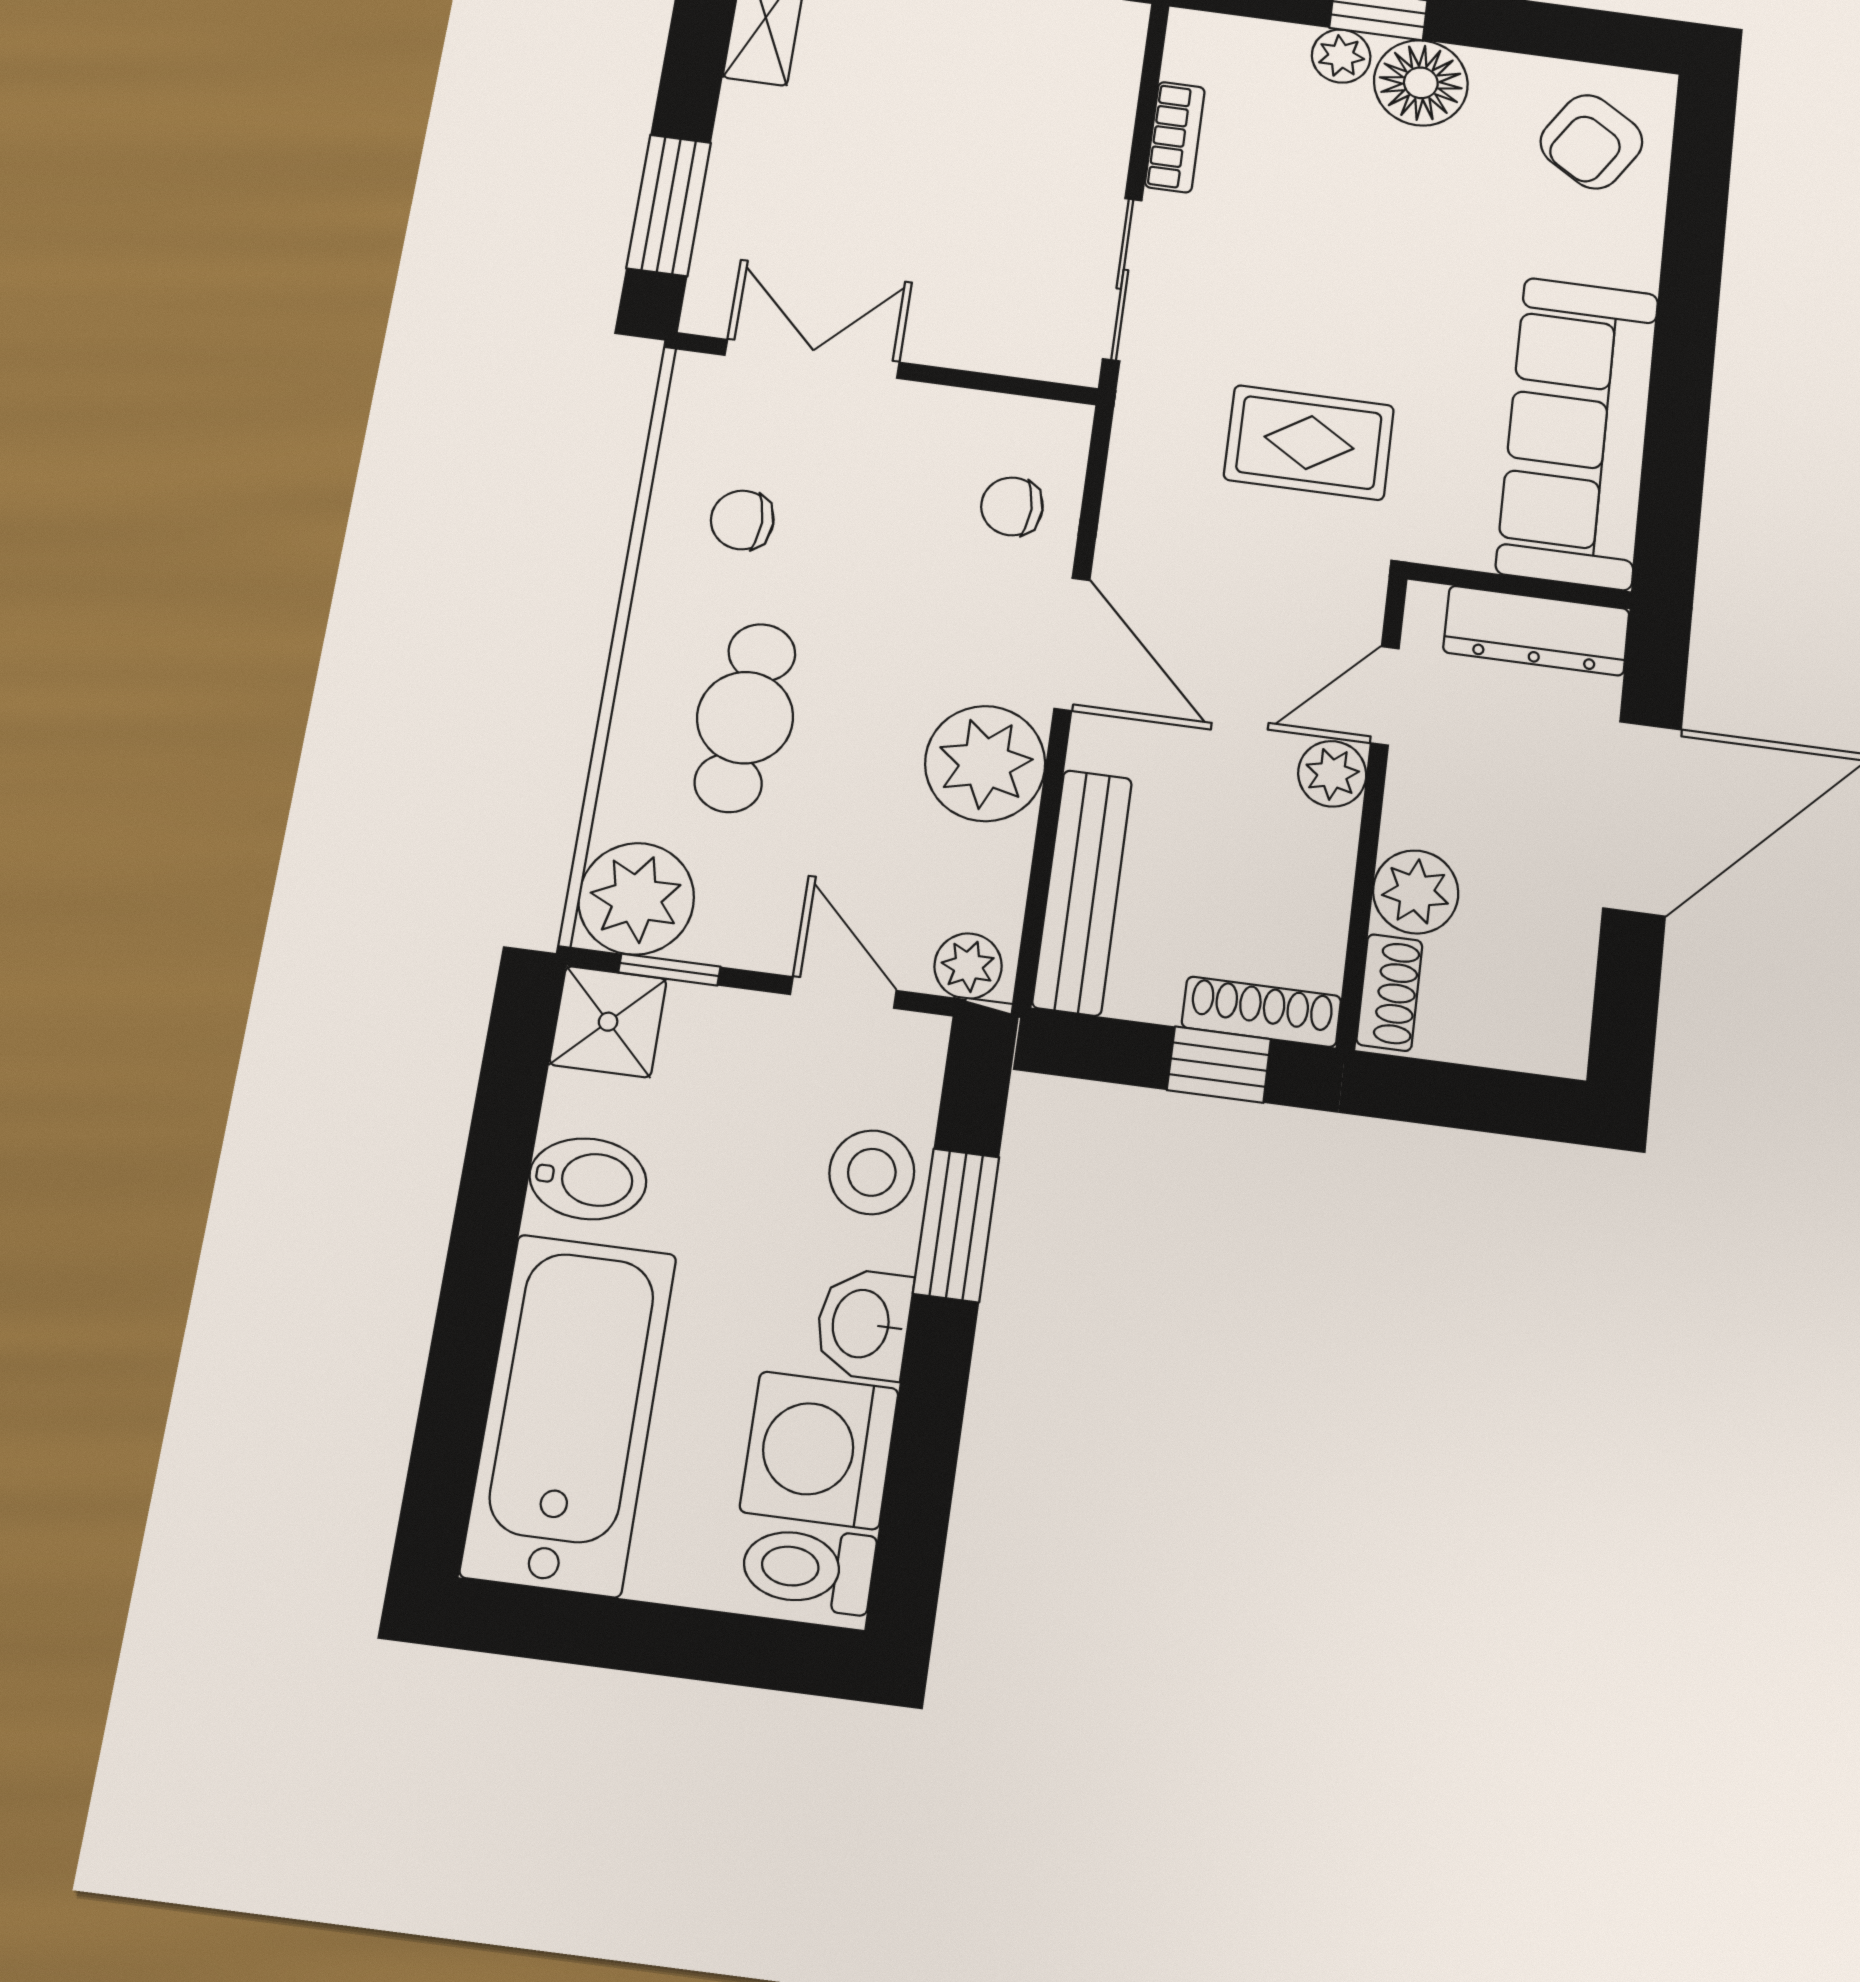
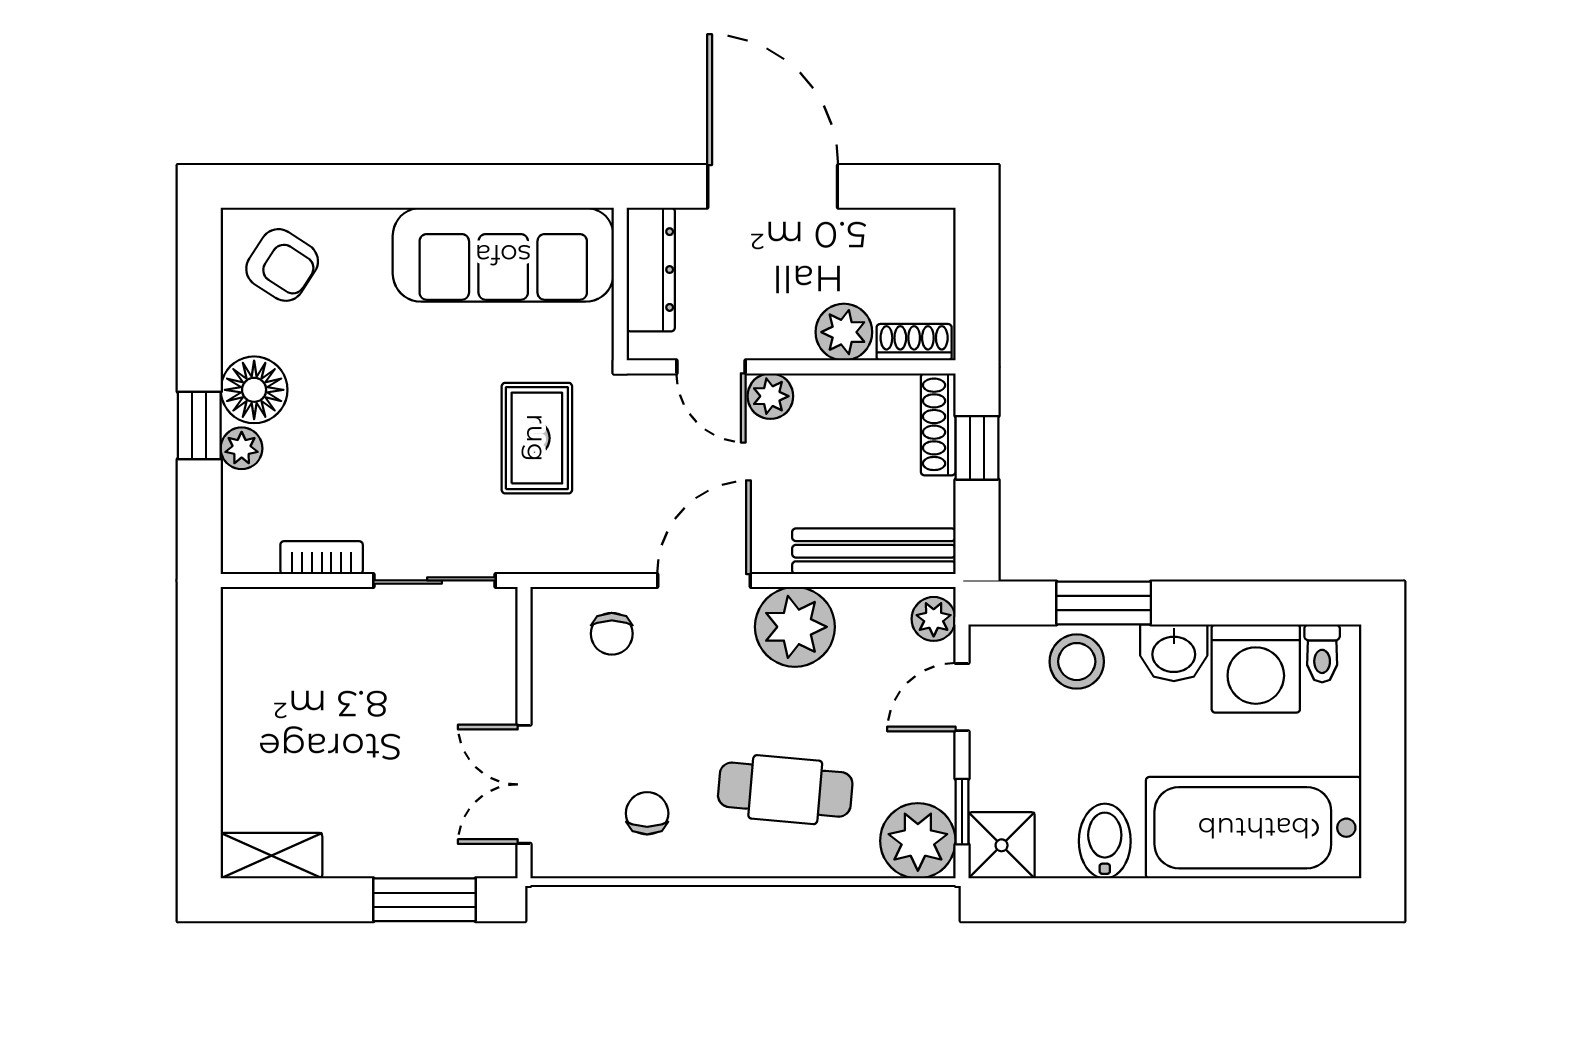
chair: (742, 520) -> (647, 813), turned 180
toilet: (808, 1568) -> (1322, 653), width x0.73, depth x0.72

